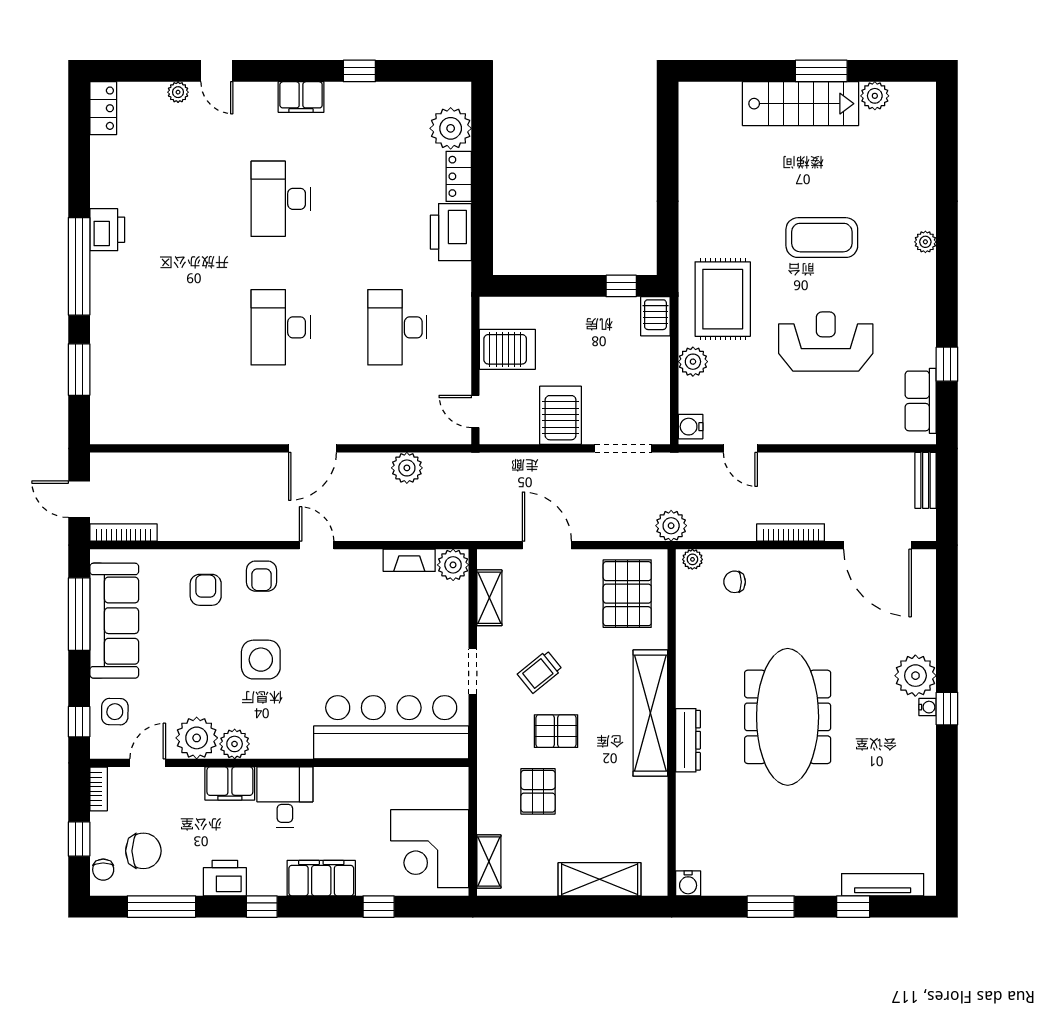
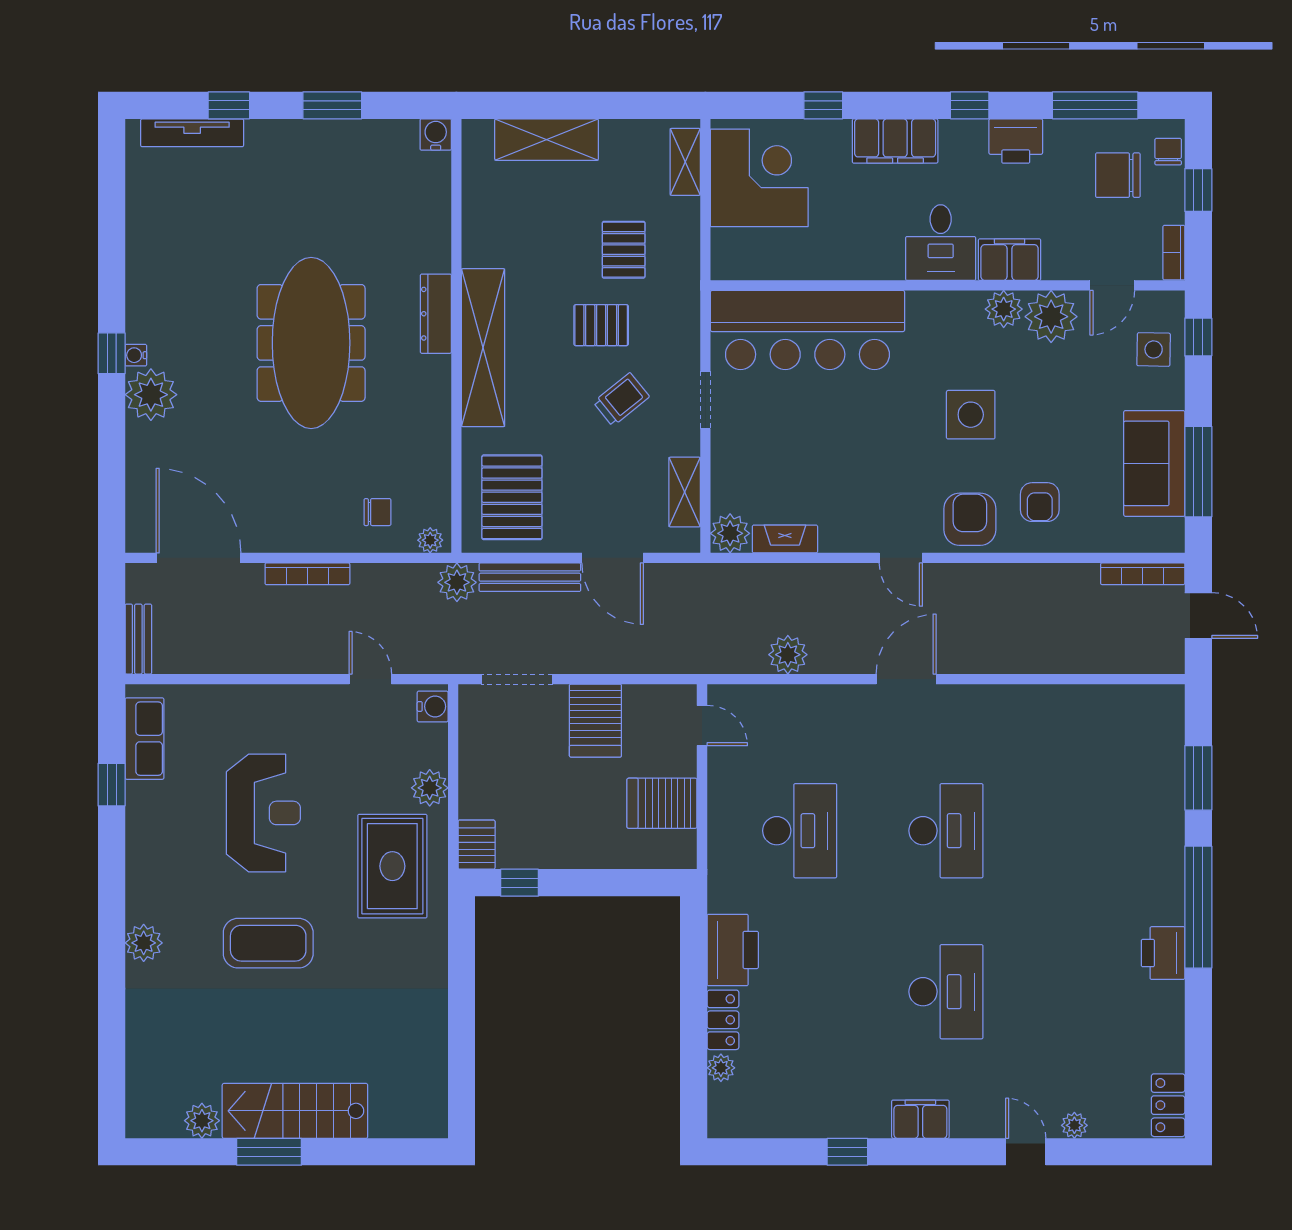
plant: (451, 128) -> (721, 1068), width x0.53, depth x0.53
plant: (925, 242) -> (144, 943), width x1.38, depth x1.38
reception desk: (826, 342) -> (263, 813), turned -90
bench: (613, 530) -> (530, 577), added
armchair: (262, 576) -> (970, 519), width x1.38, depth x1.38
sofa: (114, 621) -> (1154, 463), width x0.73

